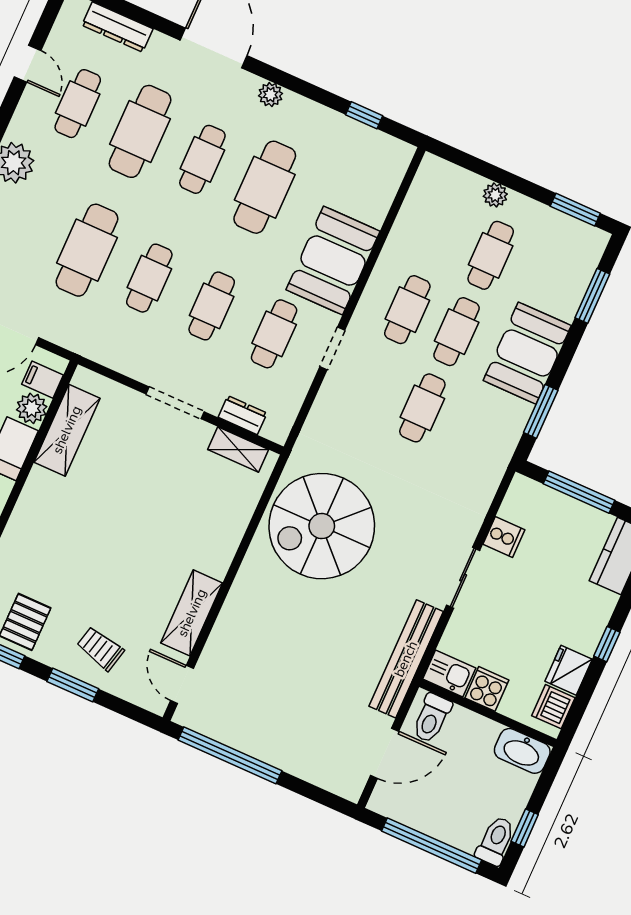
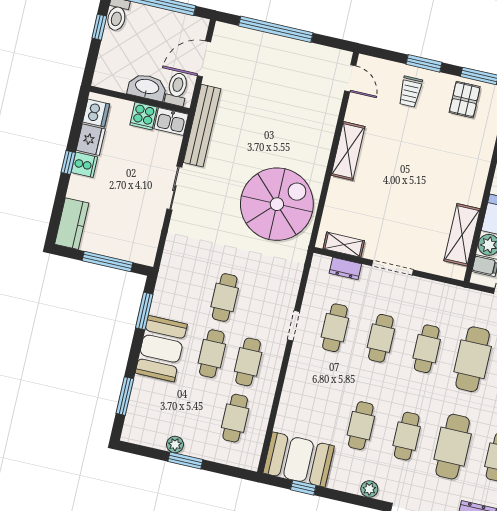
cafe table: (265, 187) -> (361, 426), width x0.73, depth x0.74
plant: (495, 195) -> (175, 445), moved
window: (575, 210) -> (185, 461), moved
cafe table: (491, 255) -> (235, 418), moved
booth: (333, 261) -> (299, 460), moved, turned 90
cooker: (504, 537) -> (84, 165), moved, turned 180
shelving: (192, 613) -> (348, 151), moved
trolley: (100, 648) -> (410, 92), turned 76
washbasin: (522, 751) -> (147, 87), moved
window: (230, 755) -> (276, 29), moved

